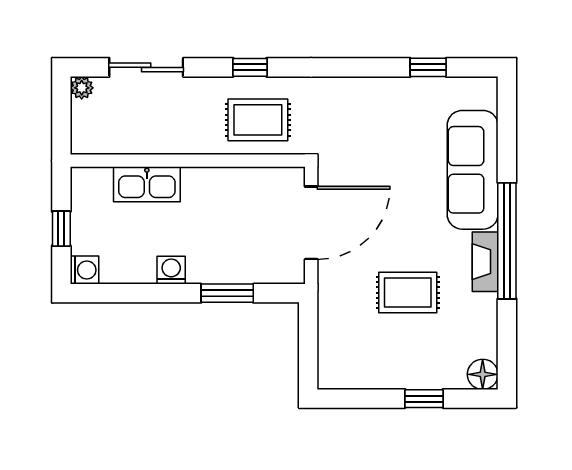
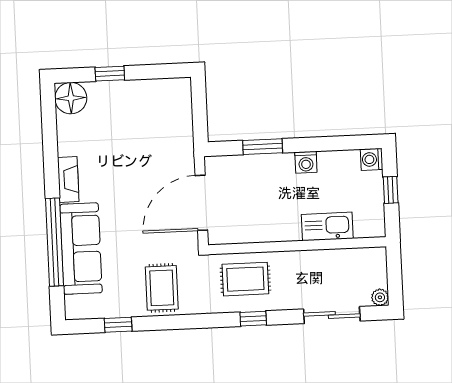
window: (507, 241) -> (55, 242), moved
rug: (408, 293) -> (162, 288), moved, turned 90
floor lamp: (483, 374) -> (71, 98), width x1.38, depth x1.38

